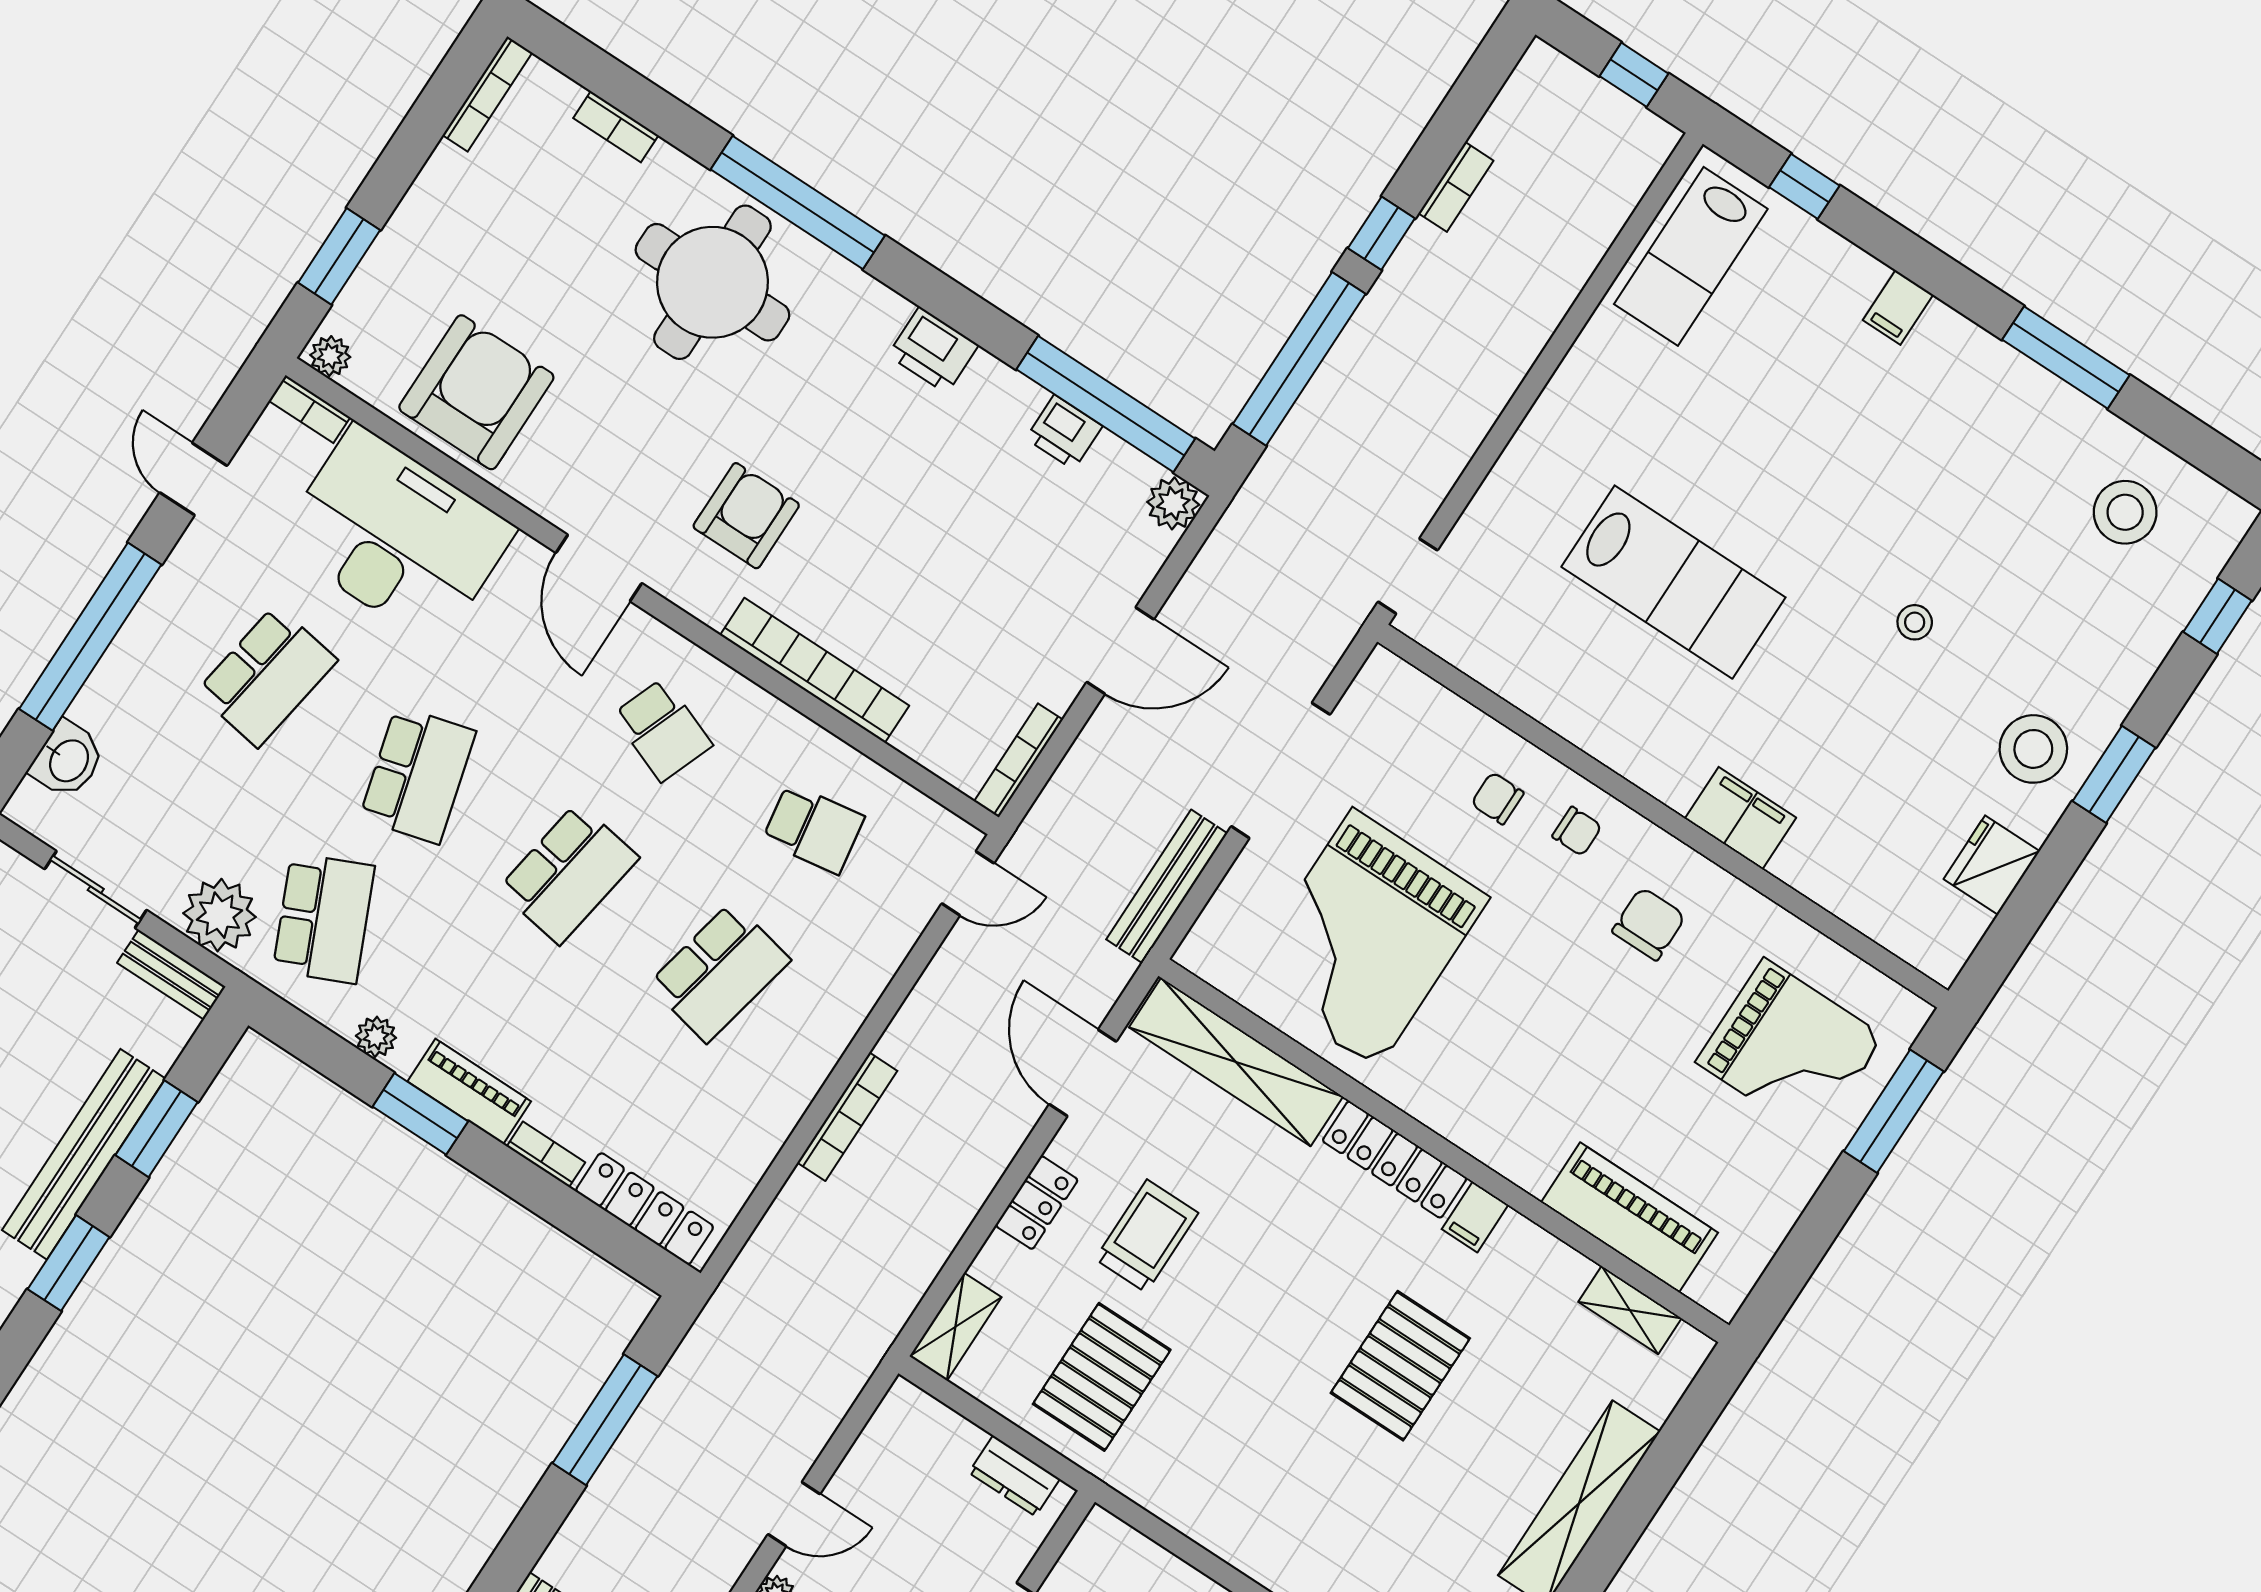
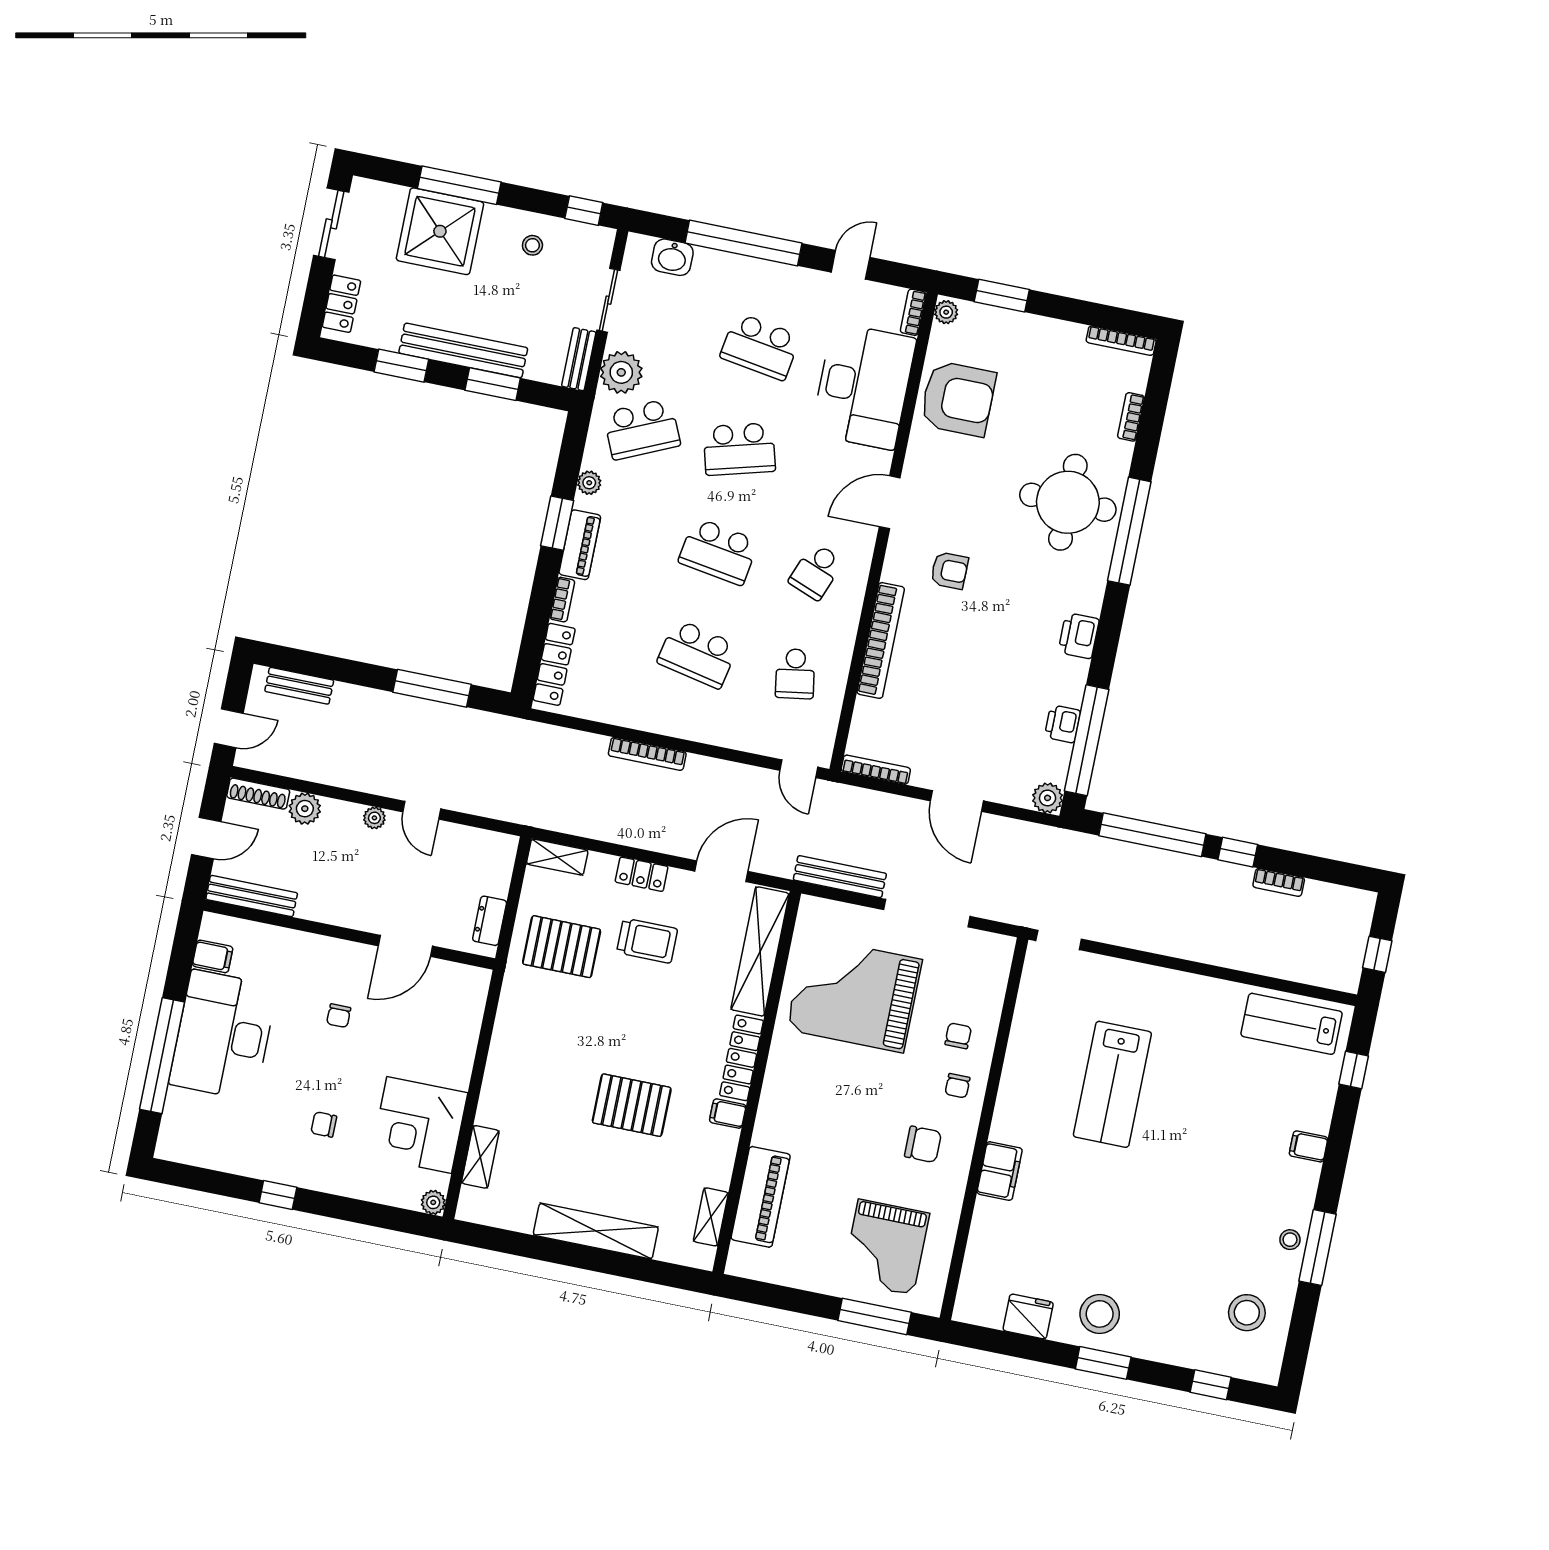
armchair: (746, 516) -> (949, 570), width x0.72, depth x0.72
stool: (1915, 622) -> (1290, 1240), moved

